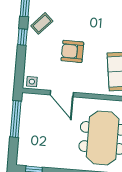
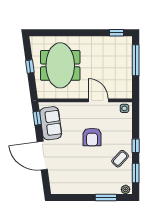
armchair: (72, 51) -> (92, 137), turned 89
window: (16, 119) -> (136, 60), moved

